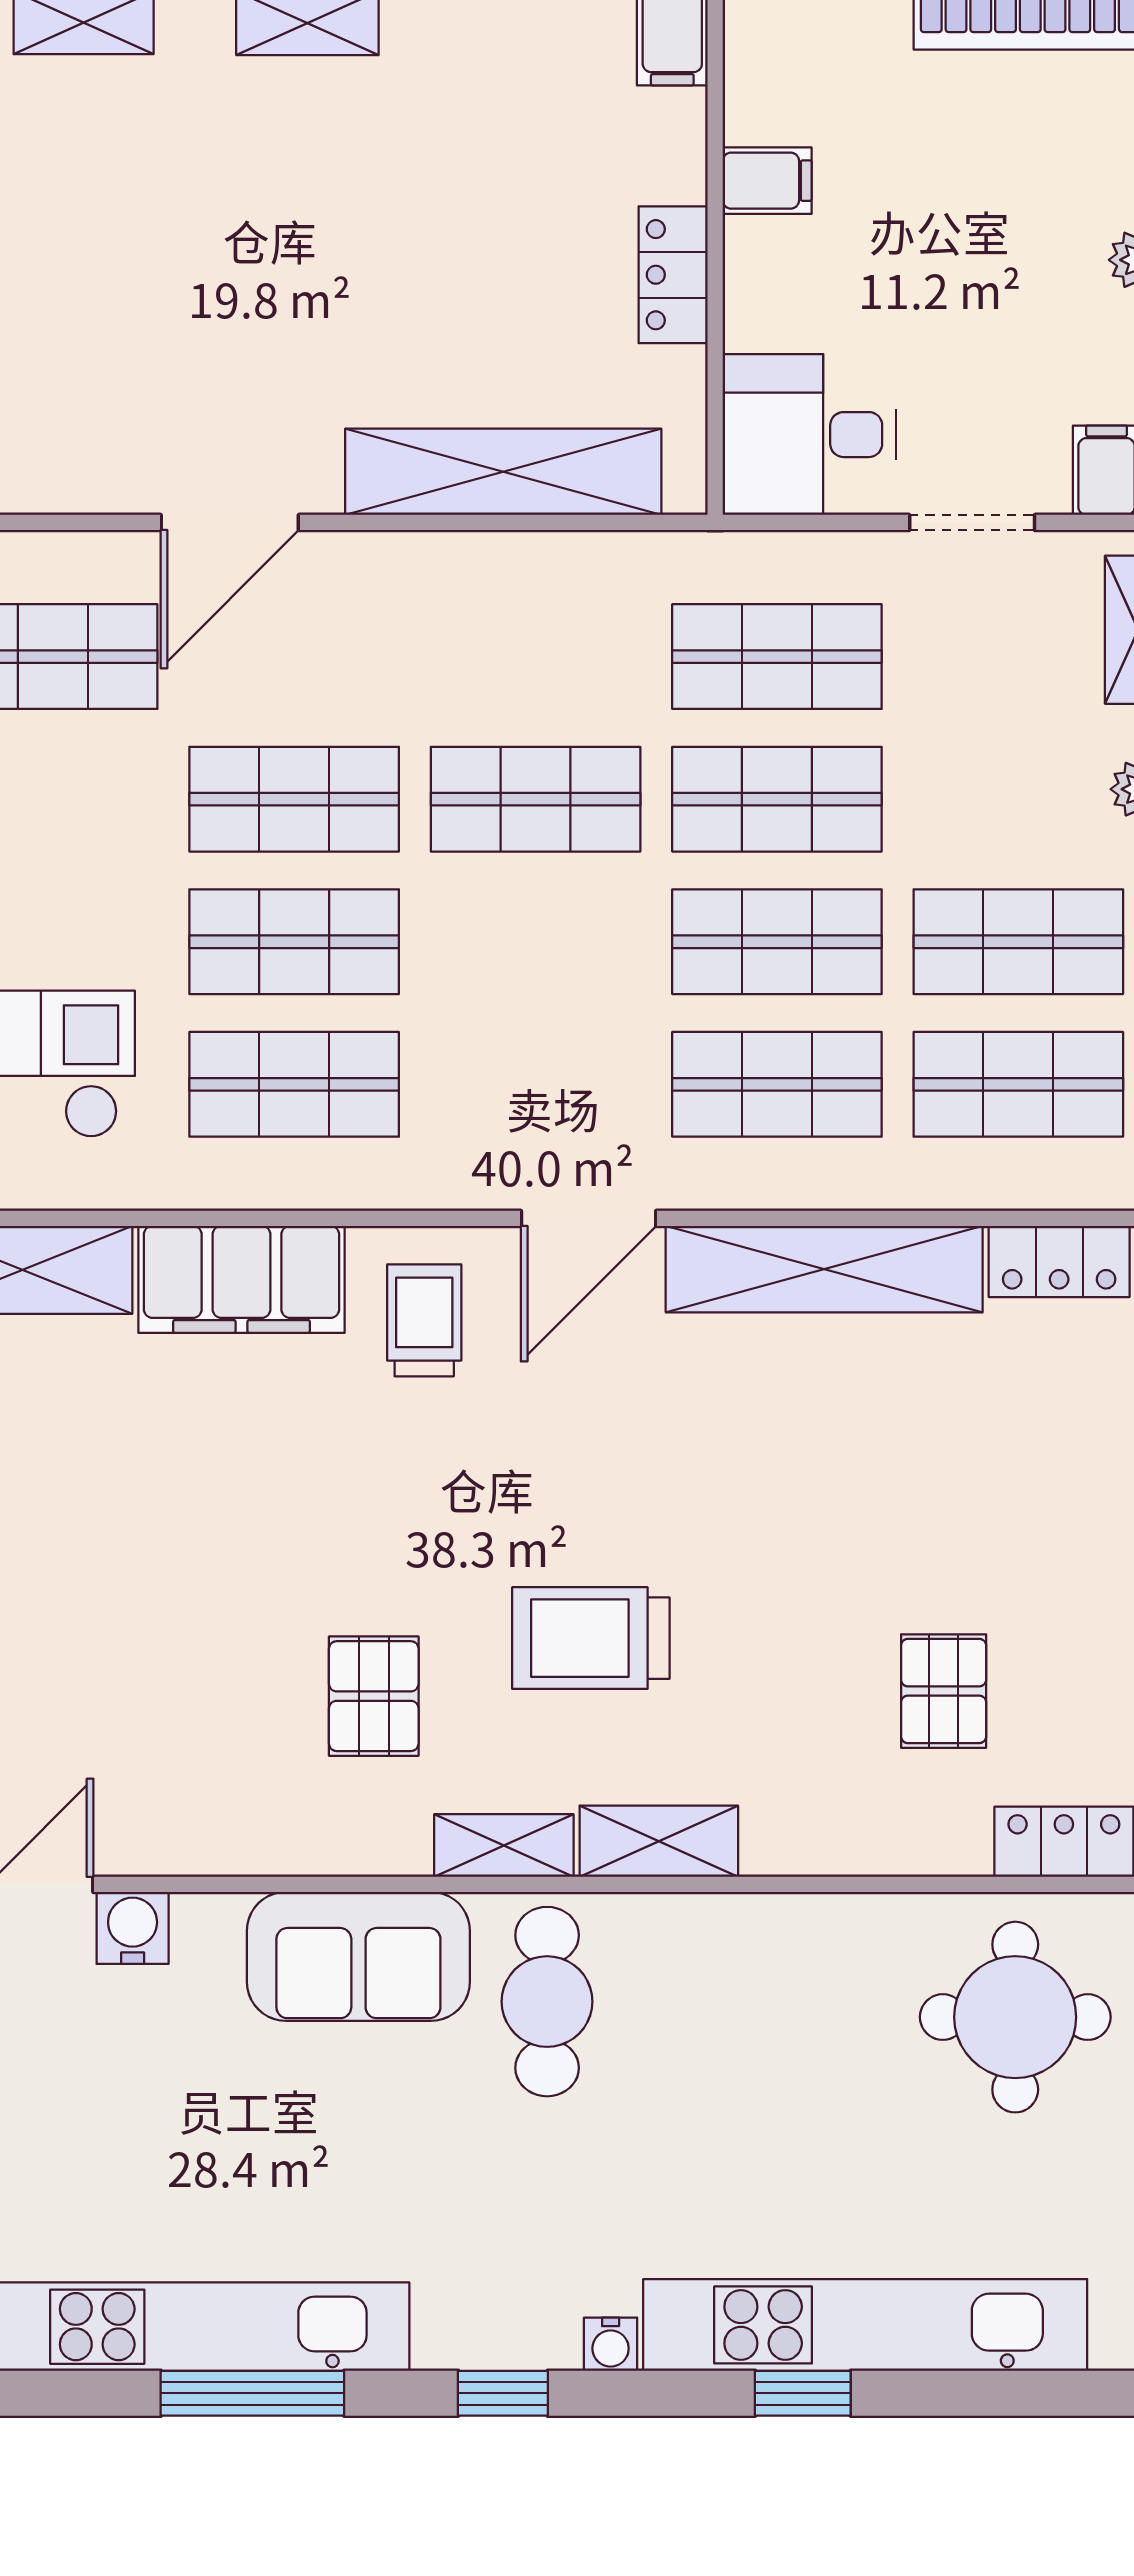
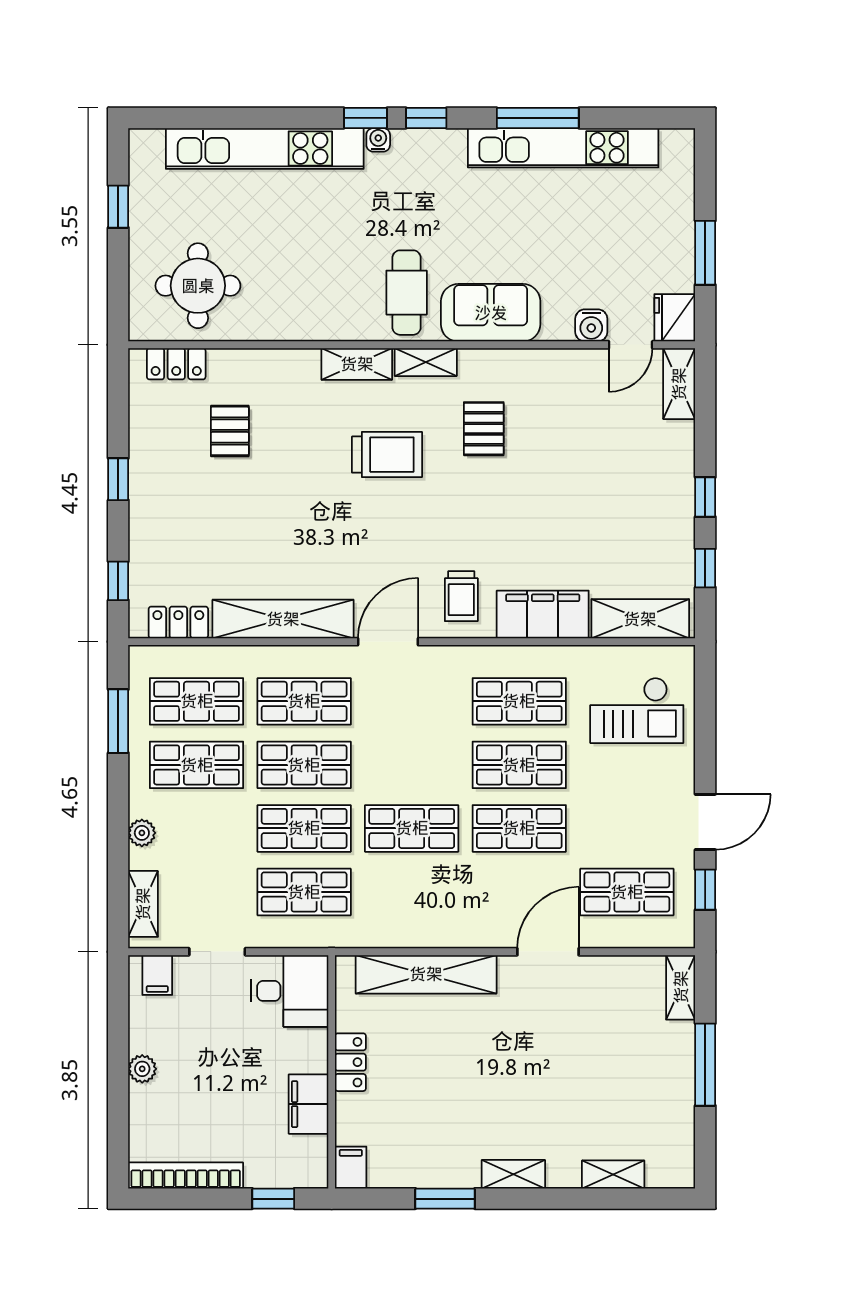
filing cabinet: (767, 181) -> (308, 1104), width x2.00
window: (803, 2393) -> (365, 118), moved

